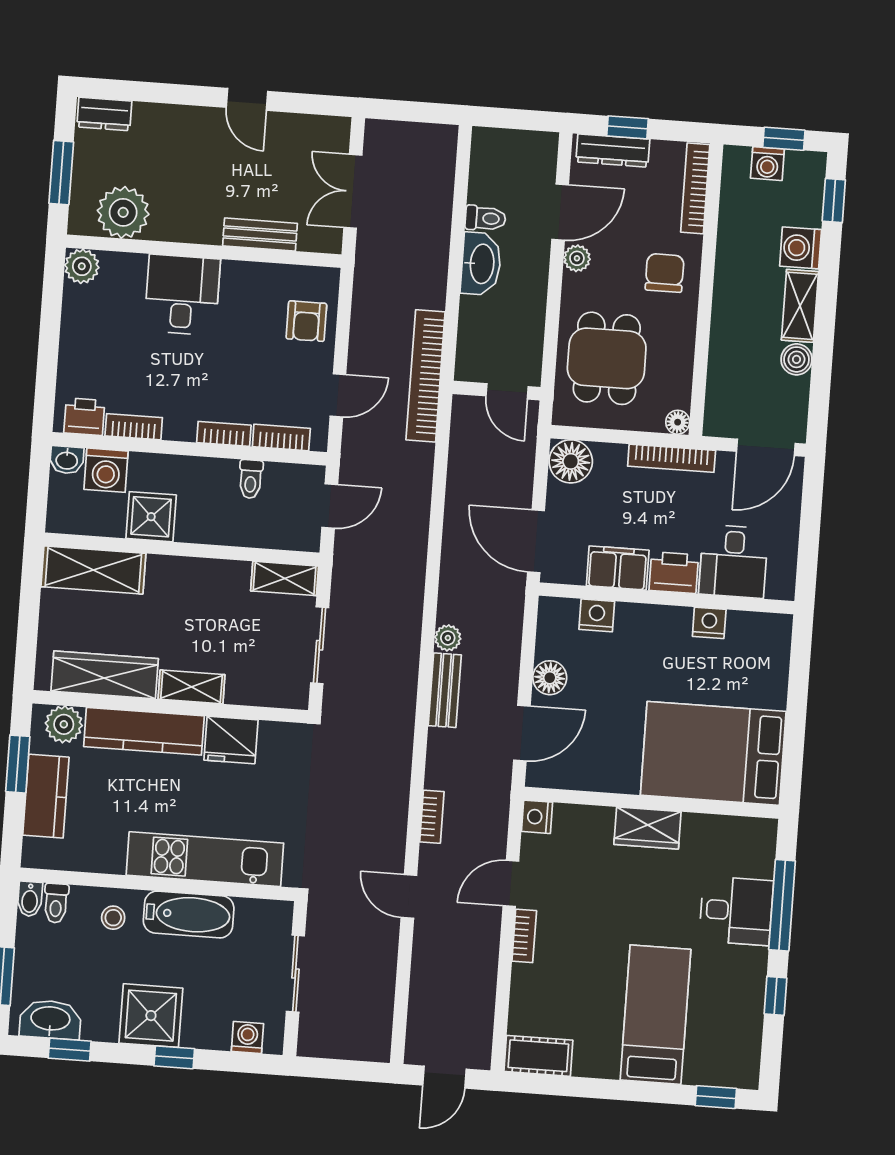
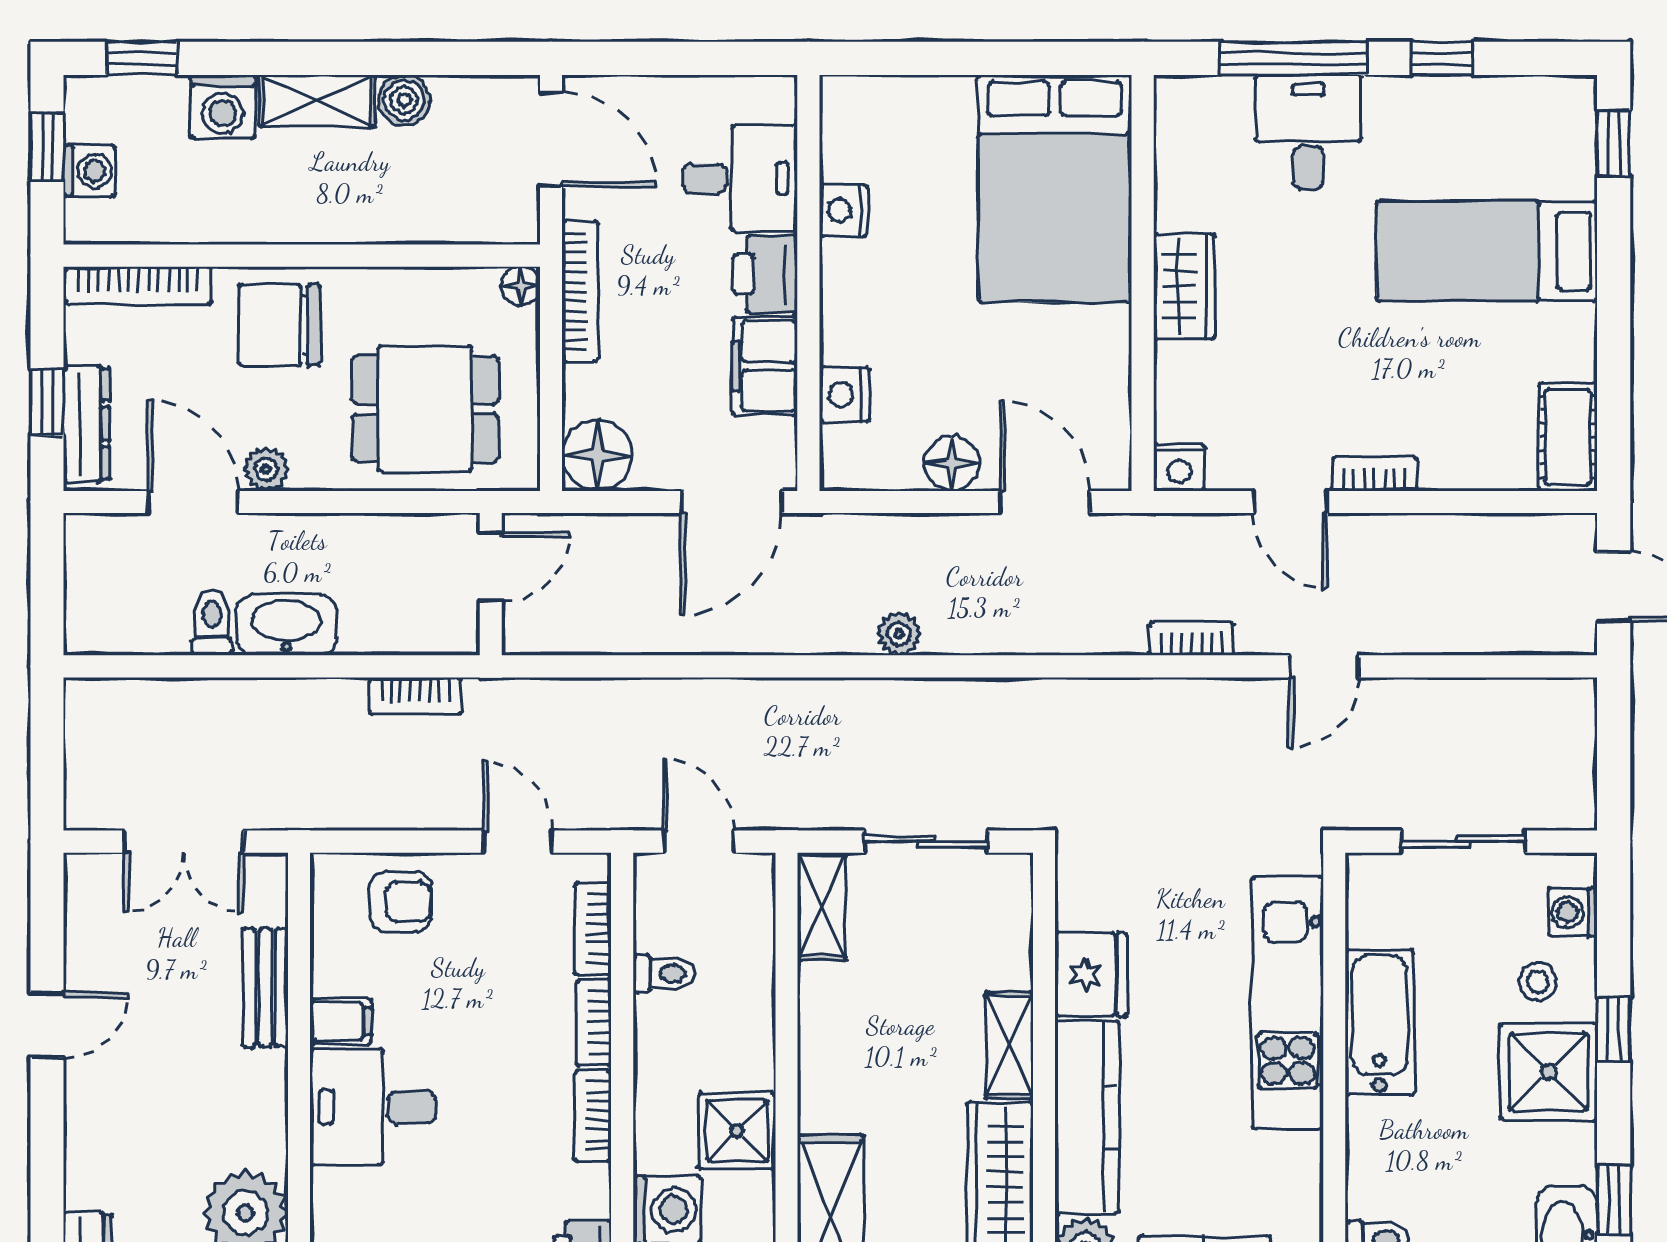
chair: (665, 273) -> (279, 325), width x1.37, depth x1.37
filing cabinet: (236, 279) -> (341, 1021), added
bookcase: (426, 376) -> (415, 696), width x0.43, depth x0.76
bookcase: (134, 427) -> (593, 1116), moved
bench: (445, 690) -> (984, 633), removed
stool: (113, 918) -> (1538, 982), moved

